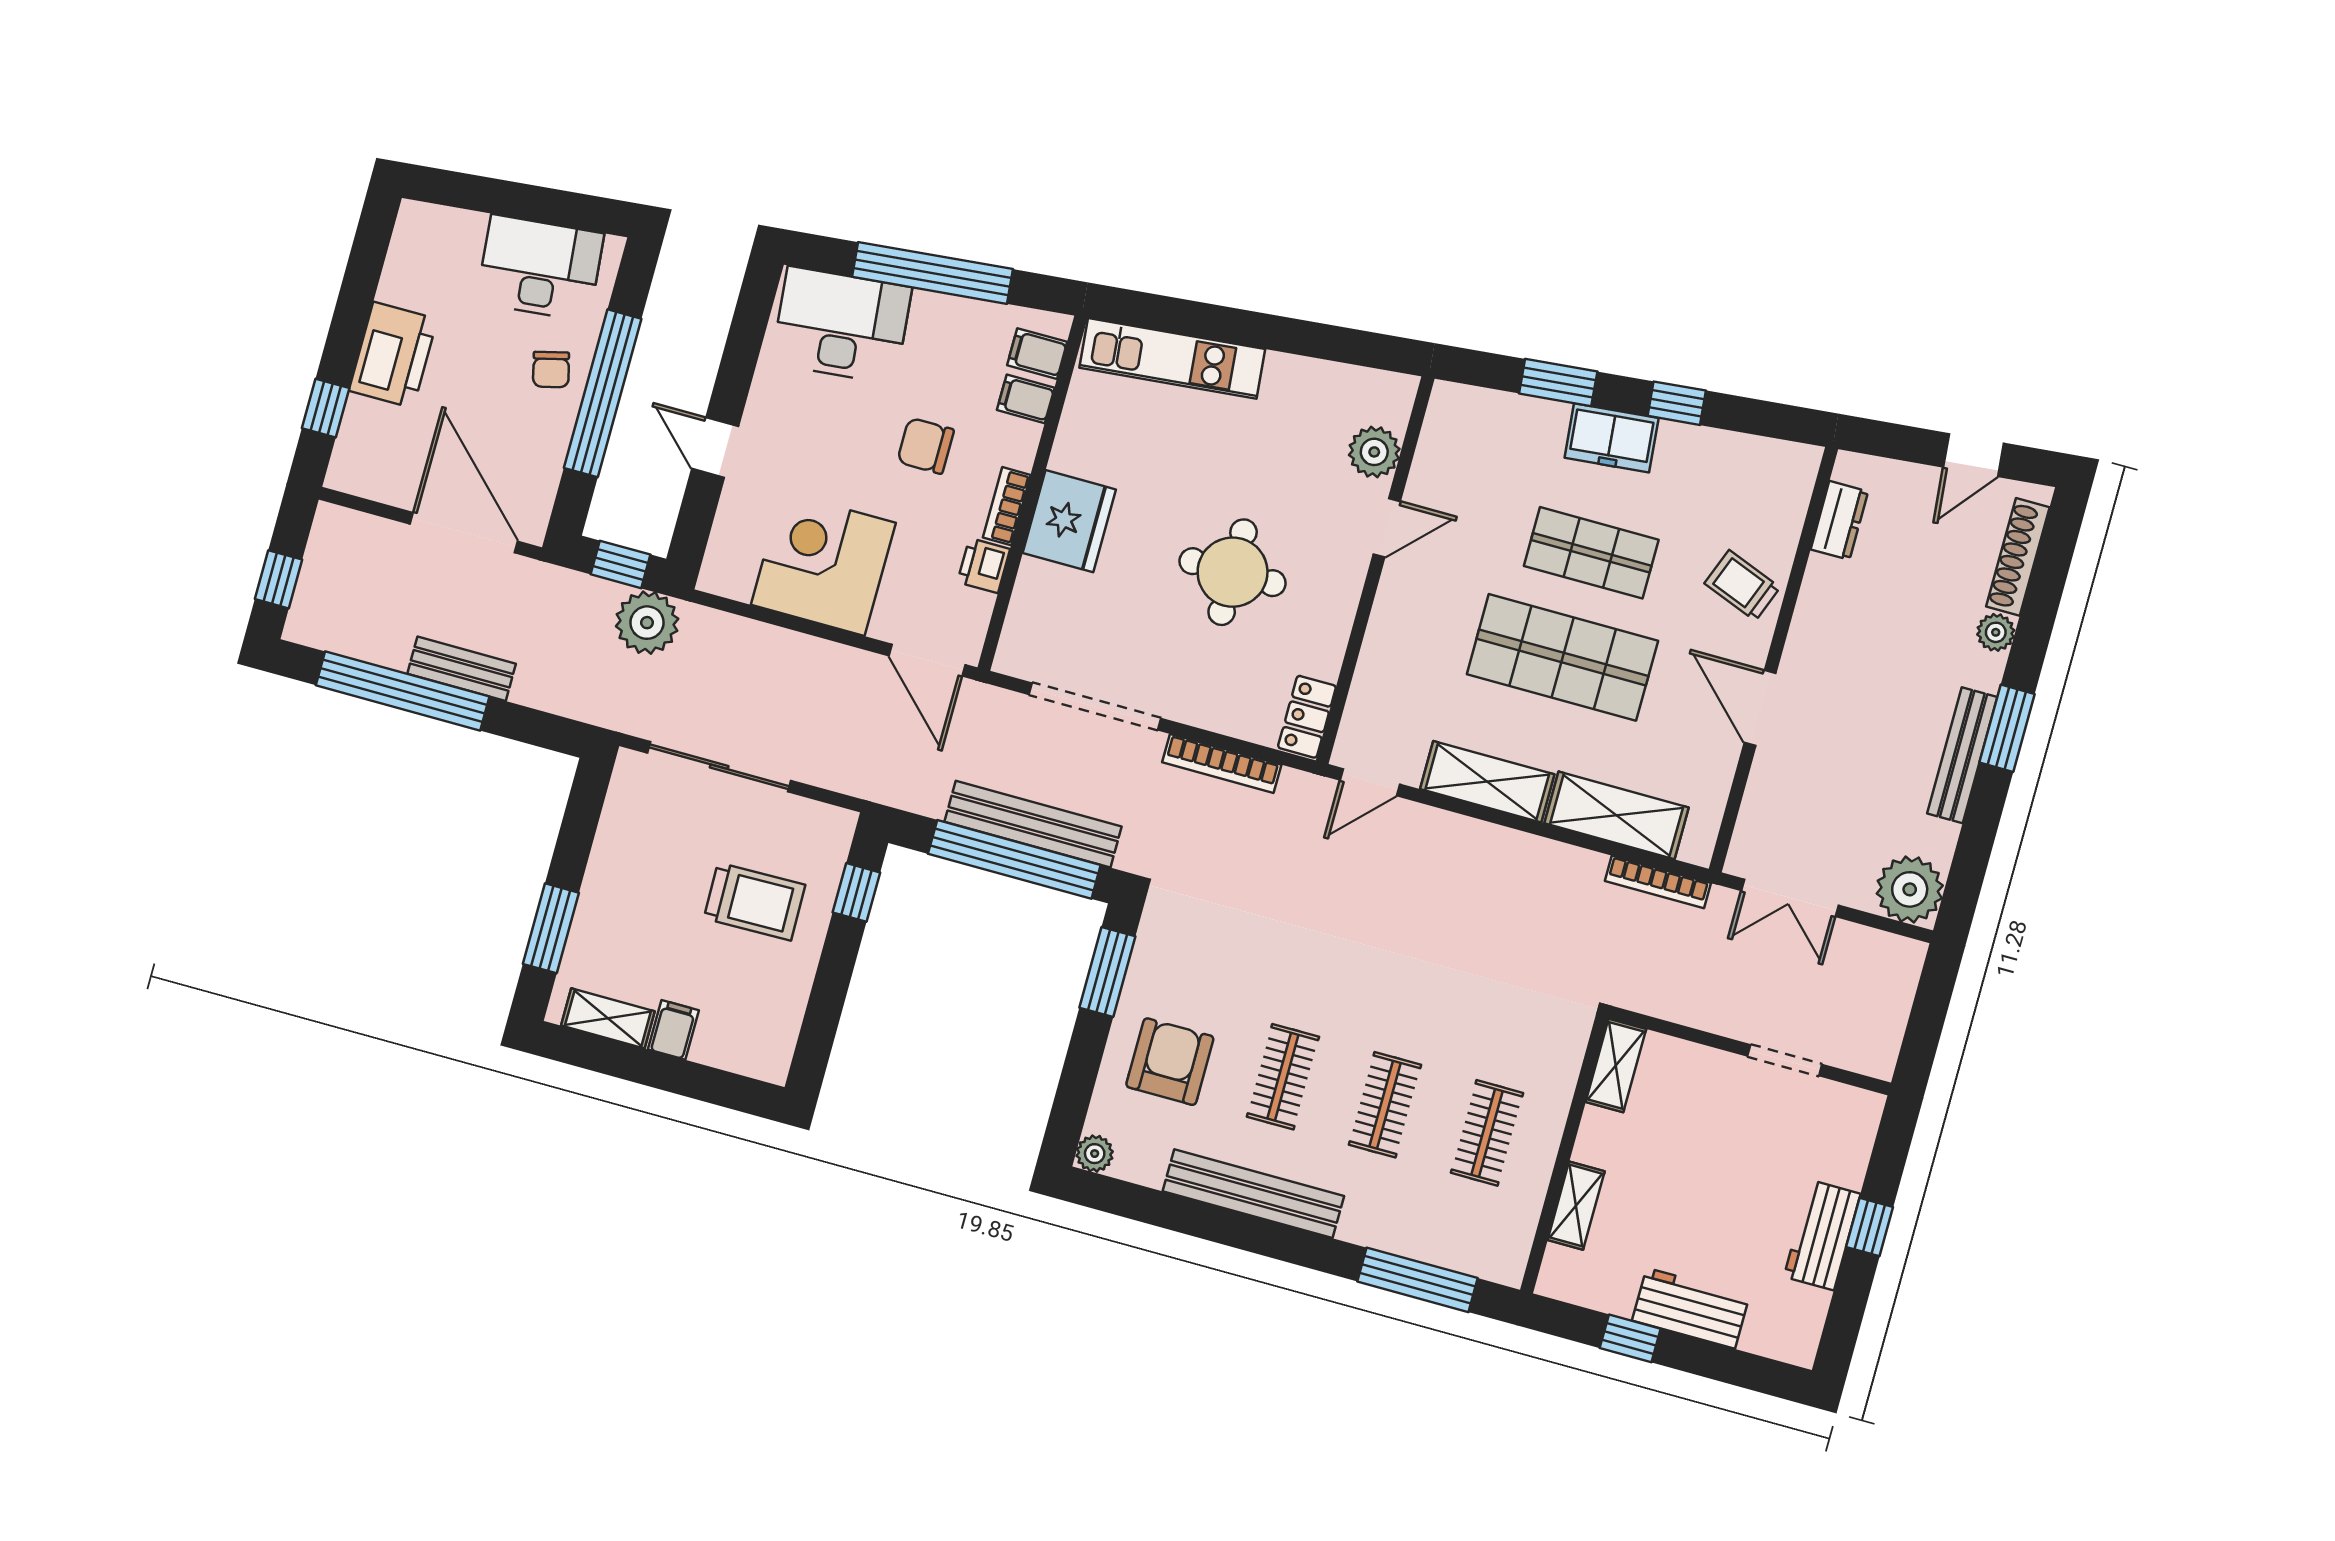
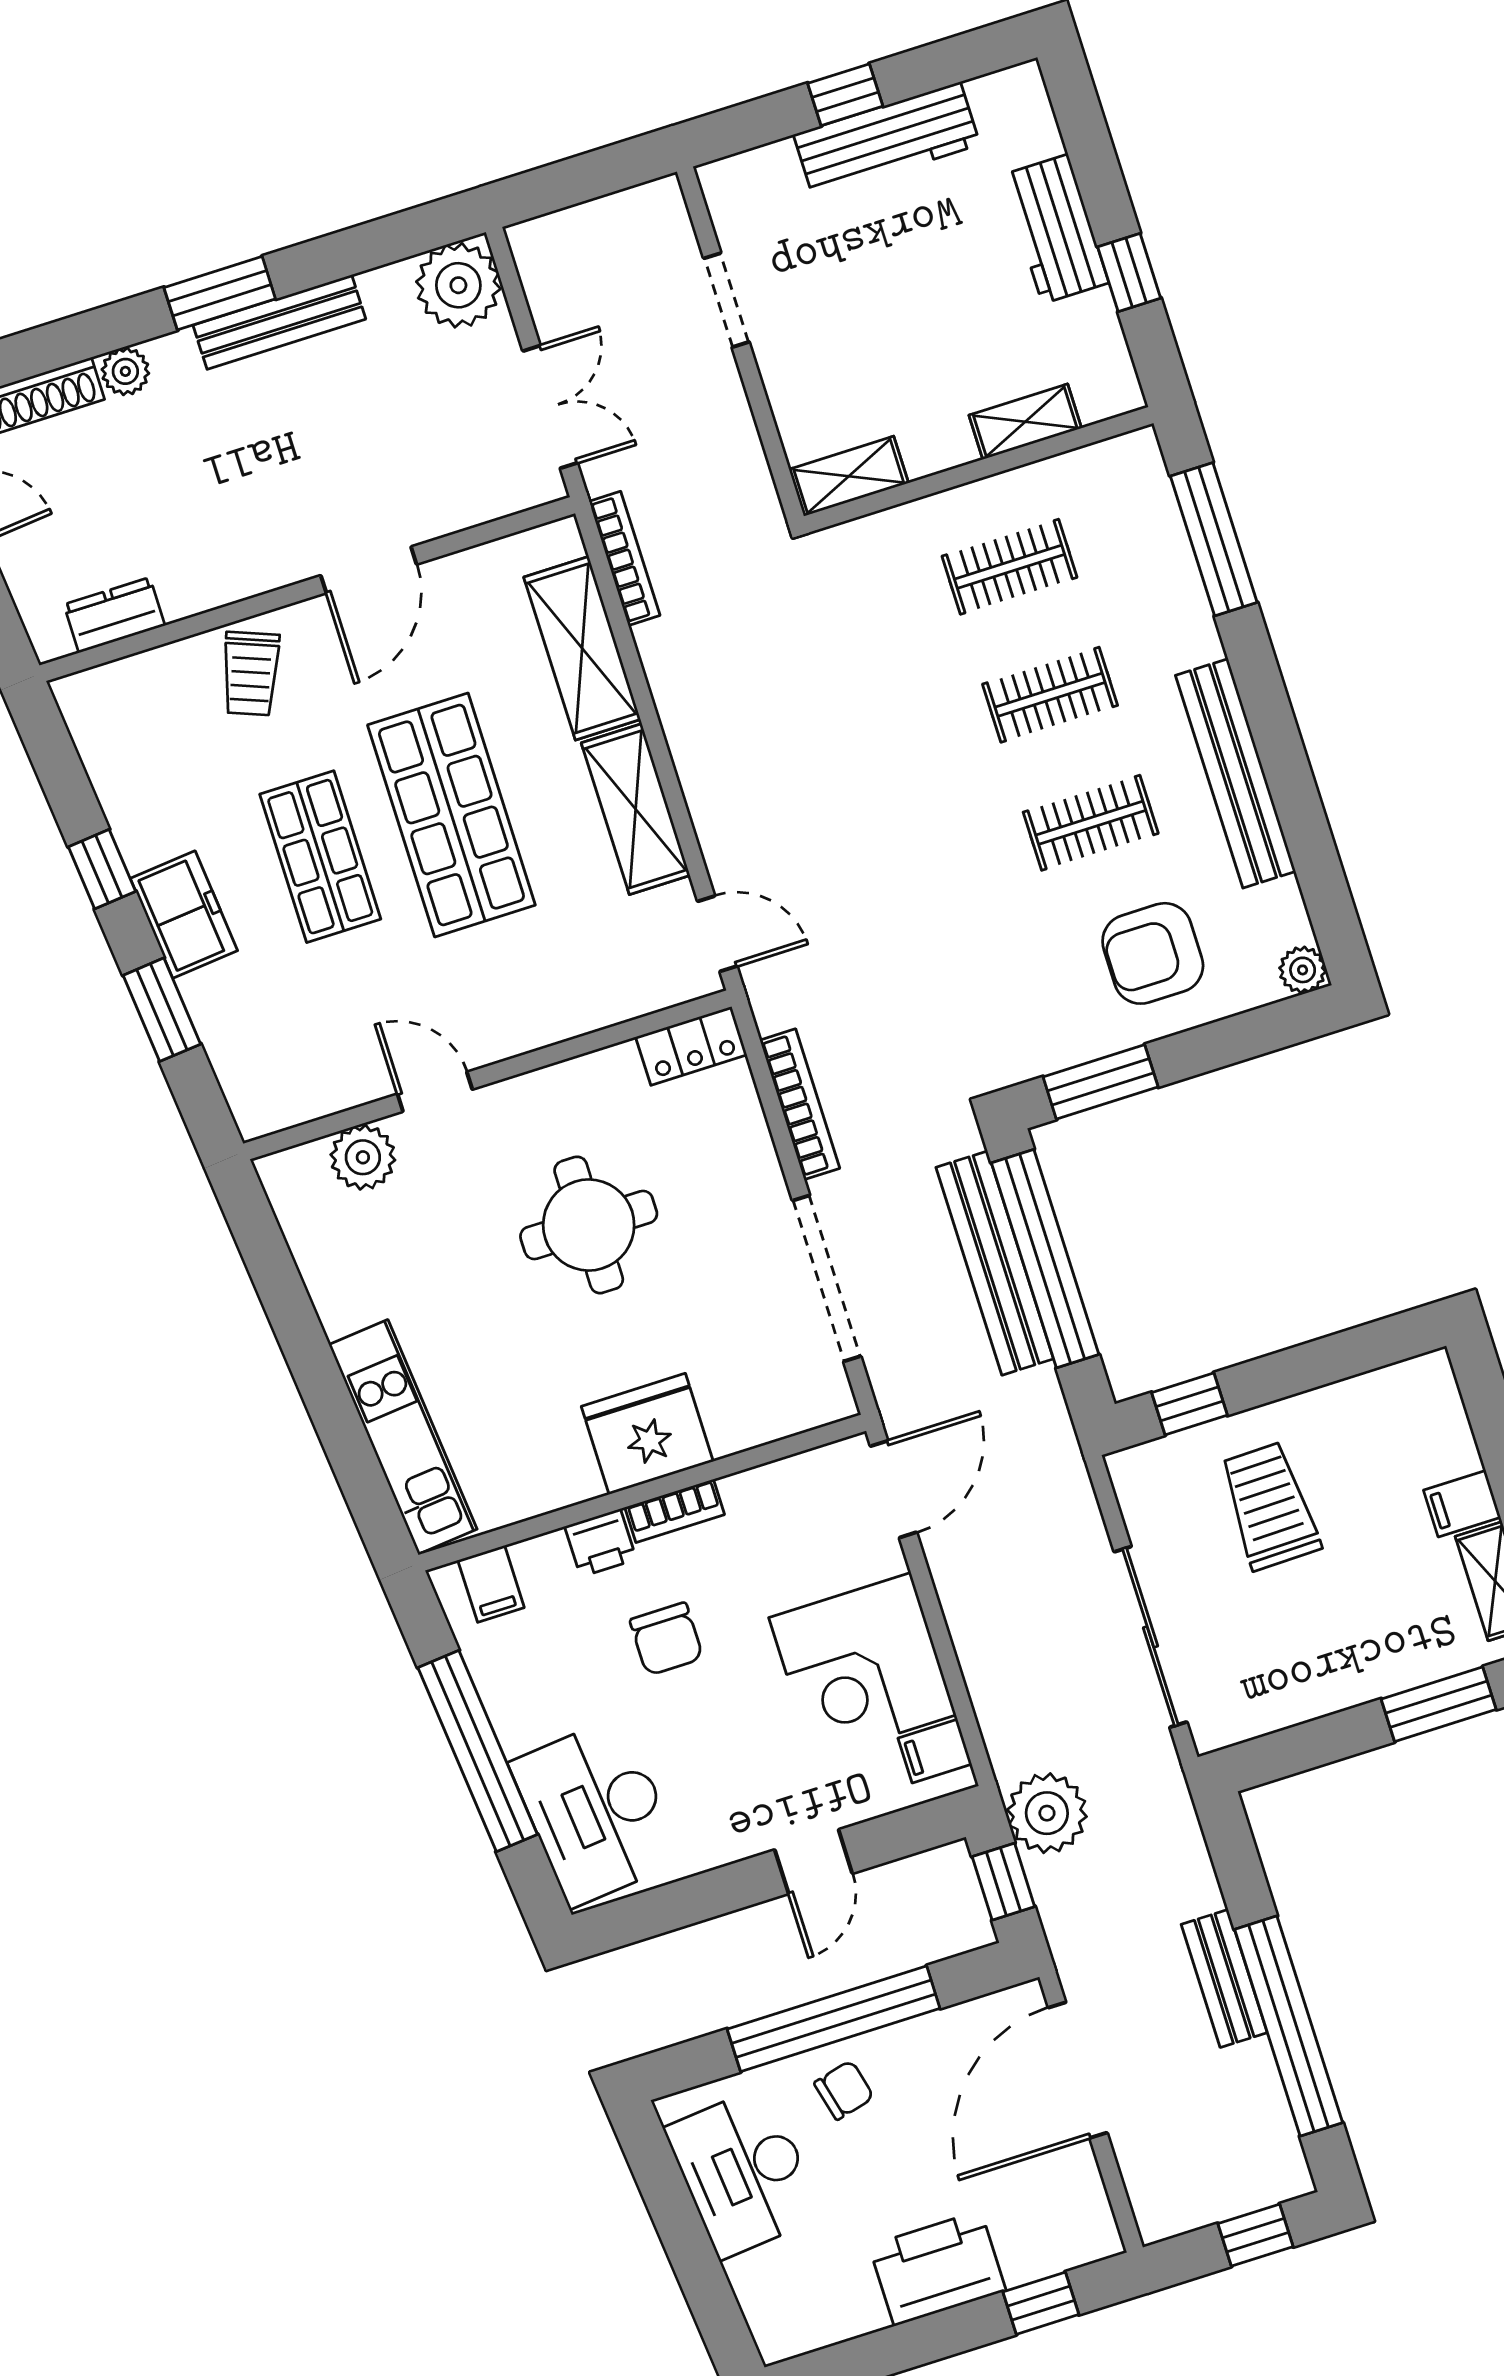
filing cabinet: (1026, 399) -> (935, 1751), moved, turned 90
printer: (984, 566) -> (600, 1543), moved
workbench: (1822, 1235) -> (887, 140), width x1.38

